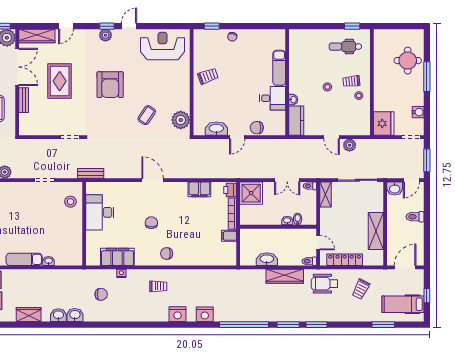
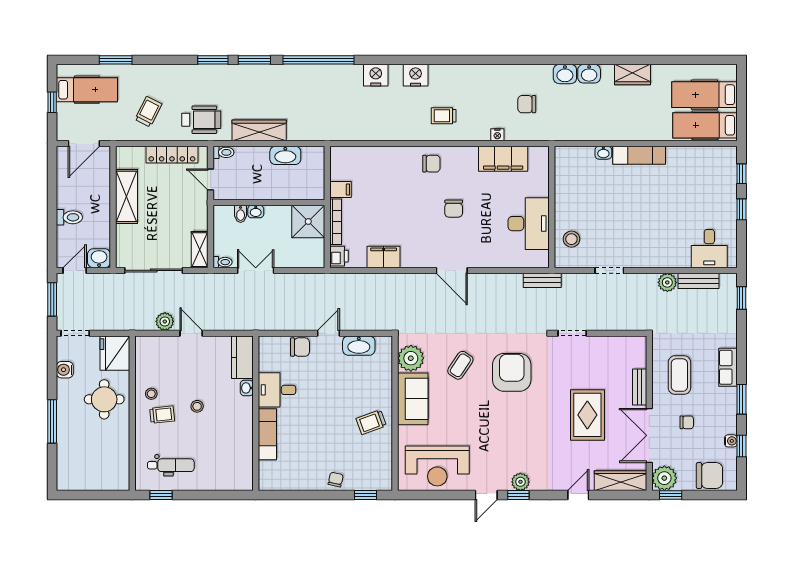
round table: (408, 61) -> (104, 399), moved
armchair: (110, 85) -> (512, 372), moved
sofa: (179, 92) -> (413, 399), added
shower: (251, 193) -> (308, 222), moved

